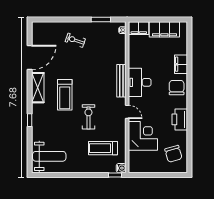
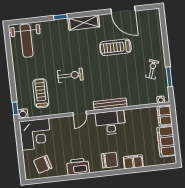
exercise bike: (75, 40) -> (152, 69), moved
shelving: (38, 88) -> (84, 23), moved
treadmill: (65, 95) -> (115, 47), moved
corner desk: (143, 136) -> (35, 134), moved

